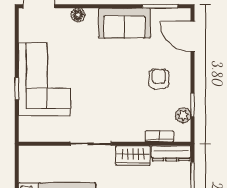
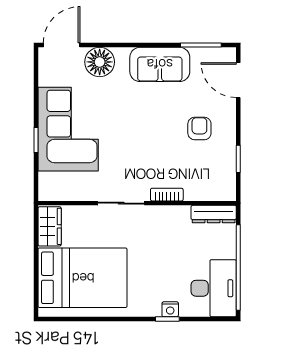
floor lamp: (78, 15) -> (100, 62), width x1.89, depth x1.89
plant: (183, 115) -> (228, 170), removed
bookcase: (159, 136) -> (167, 195), moved
wardrobe: (133, 155) -> (50, 226), moved, turned -90

